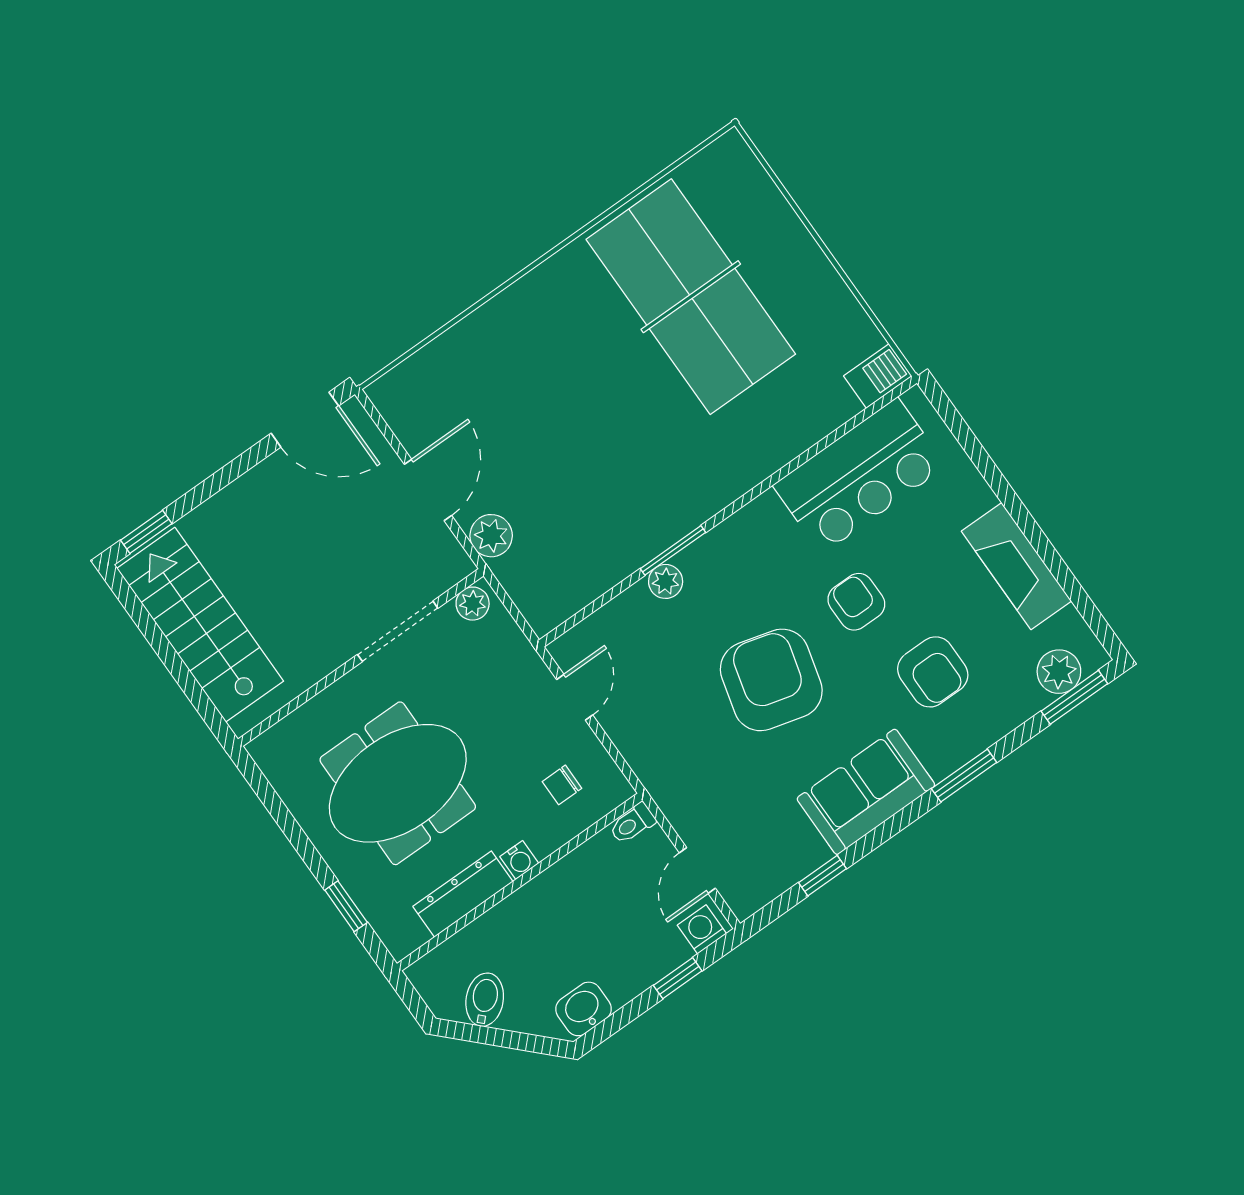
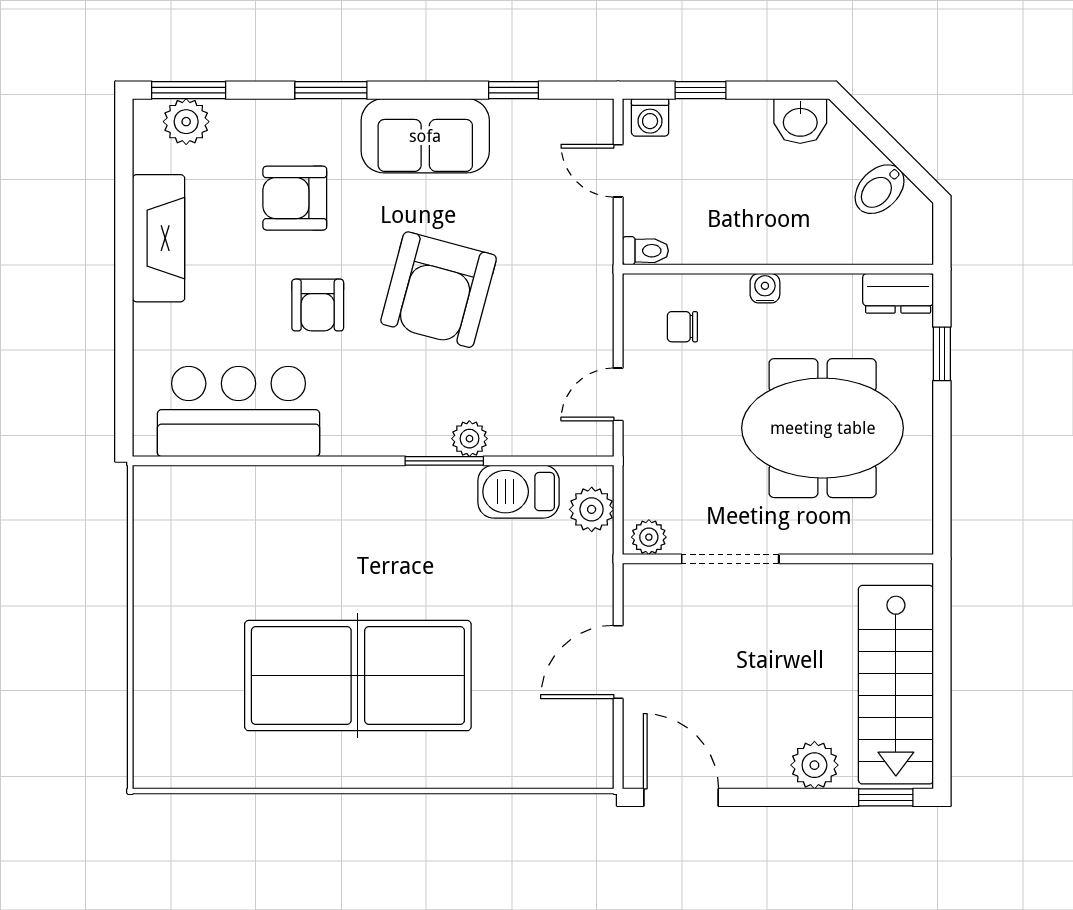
table tennis table: (691, 297) -> (358, 676), moved, turned 90
barbecue: (878, 376) -> (519, 492), moved, width x1.38, depth x1.27
plant: (219, 518) -> (814, 765), added
plant: (491, 536) -> (592, 509), moved
armchair: (933, 672) -> (295, 198), turned -90
chair: (562, 785) -> (682, 327), turned 180
door: (697, 871) -> (618, 171), swing flipped
dresser: (463, 894) -> (898, 293), moved, width x0.70

